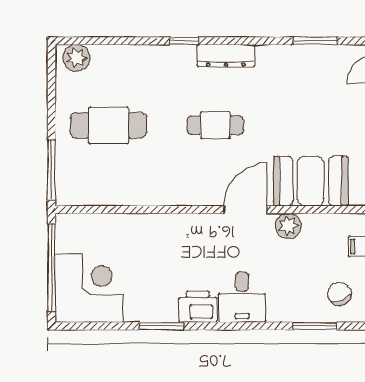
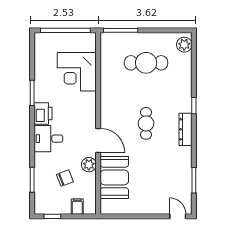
cafe table: (108, 125) -> (146, 63), turned 90
corner desk: (89, 288) -> (77, 72), moved, turned 90
chair: (340, 294) -> (65, 178), moved

